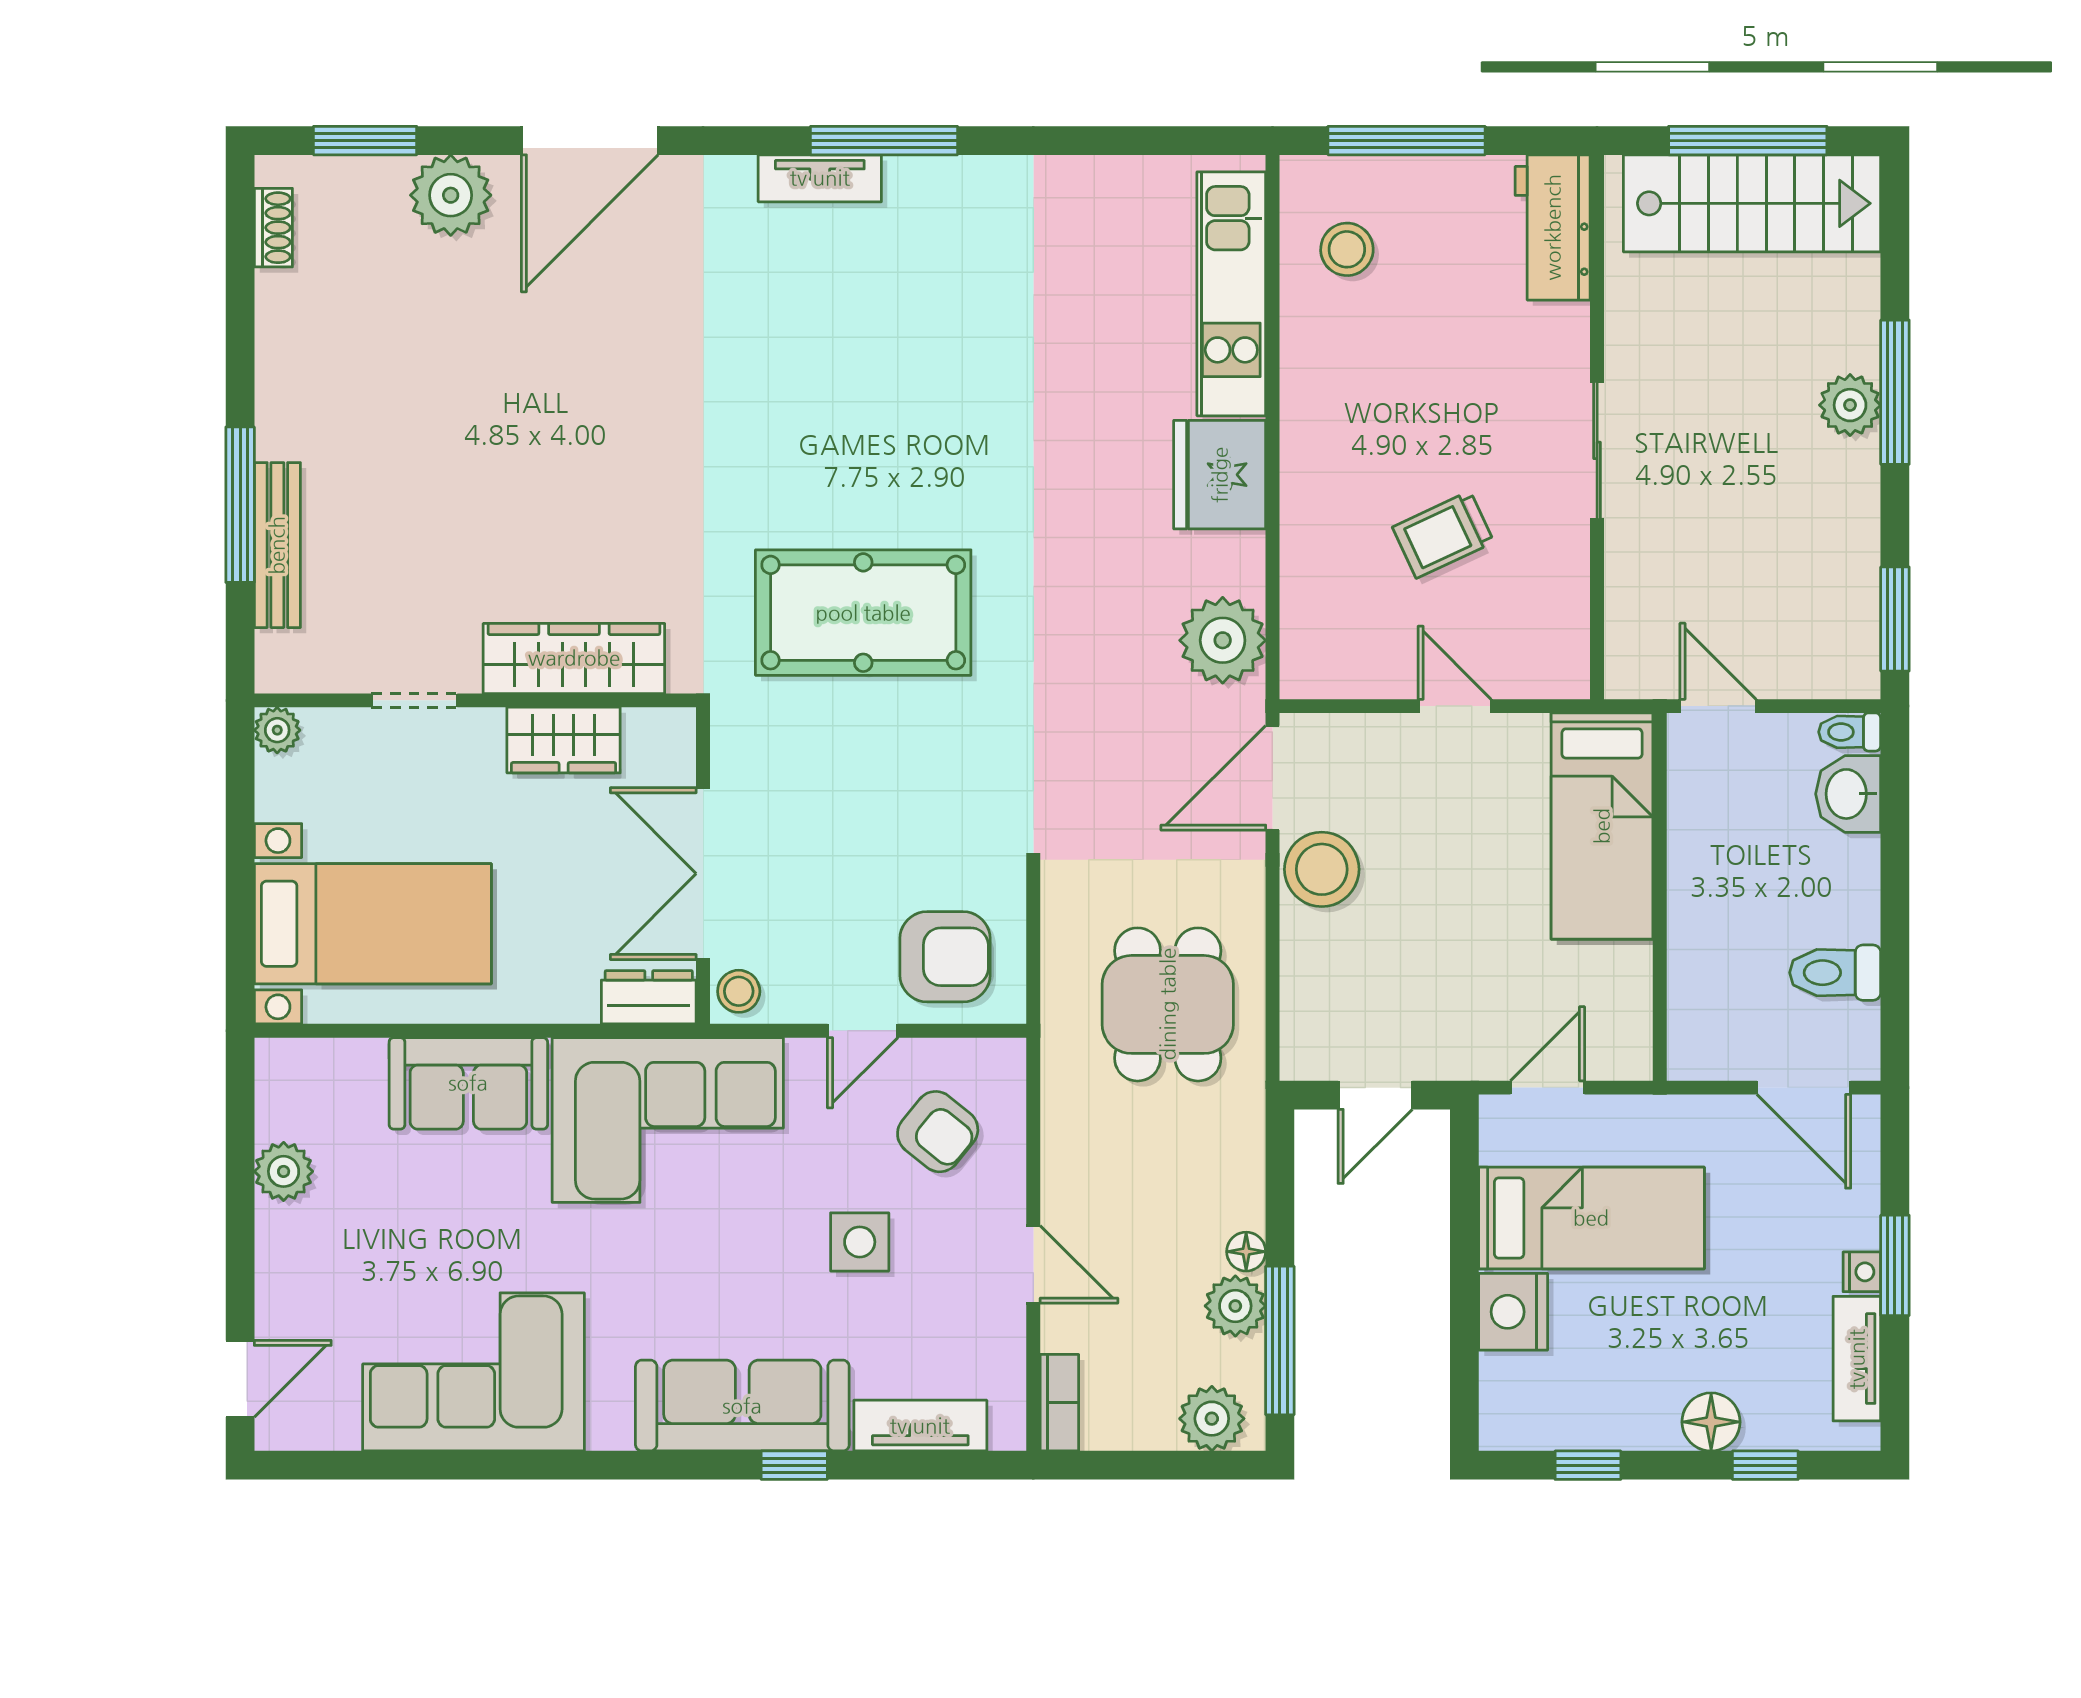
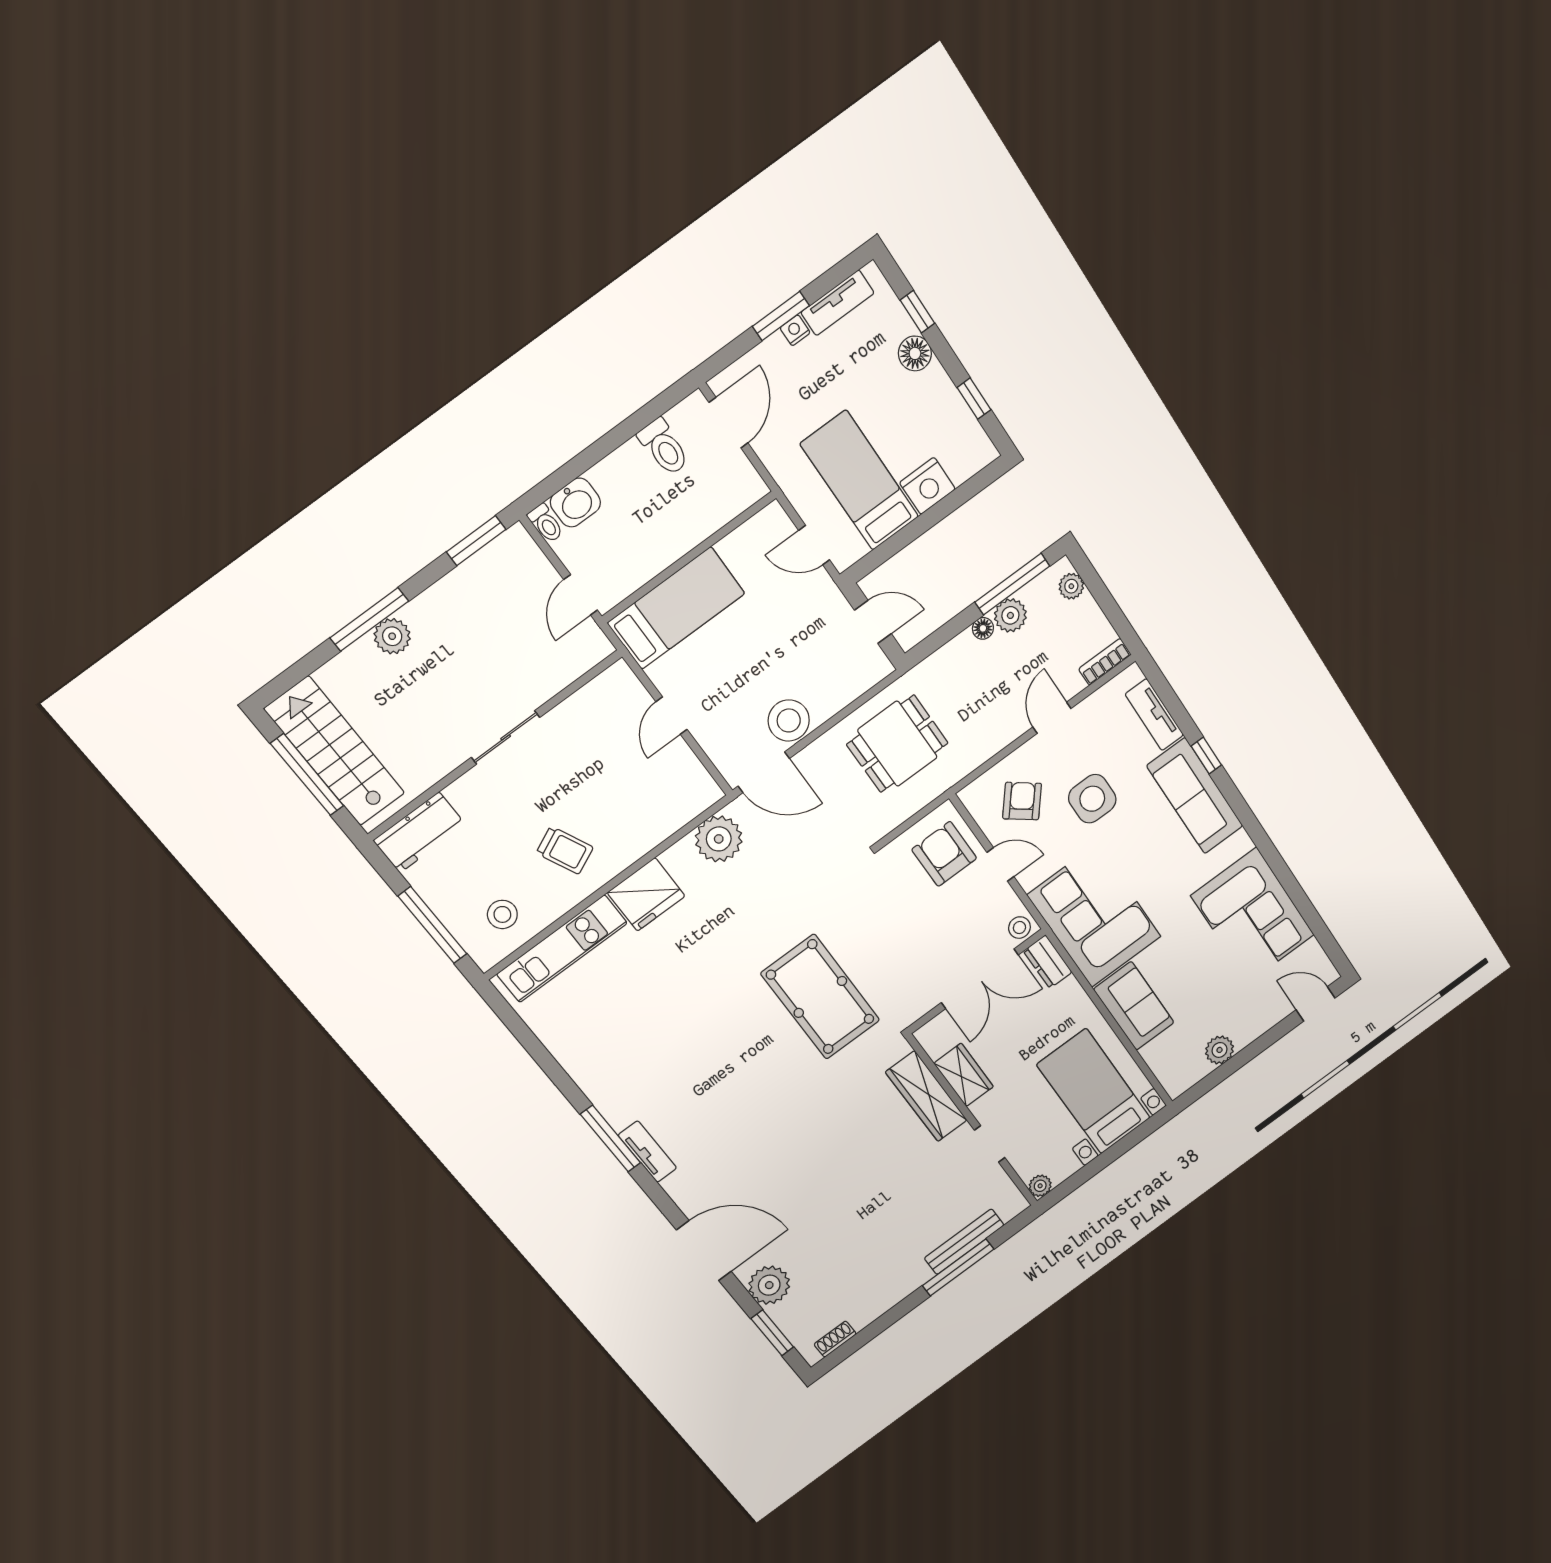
trolley: (1443, 535) -> (565, 850), moved
side table: (860, 1242) -> (1092, 799), width x1.37, depth x1.37
plant: (1212, 1419) -> (1071, 586), width x0.73, depth x0.73

